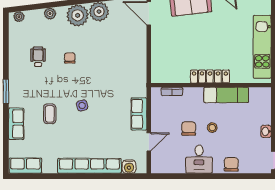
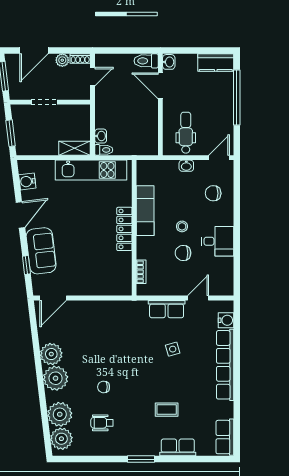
plant: (50, 14) -> (60, 414), width x1.88, depth x1.88
plant: (19, 17) -> (61, 439), width x1.88, depth x1.88
side table: (82, 105) -> (173, 349), moved
door: (149, 142) -> (198, 298), hinge flipped
chair: (231, 164) -> (213, 193), moved

